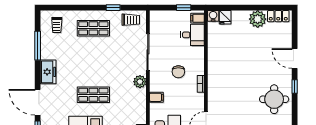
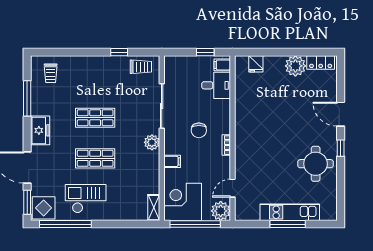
water cooler: (213, 16) -> (241, 62), removed
shop shelf: (93, 28) -> (95, 118), moved

